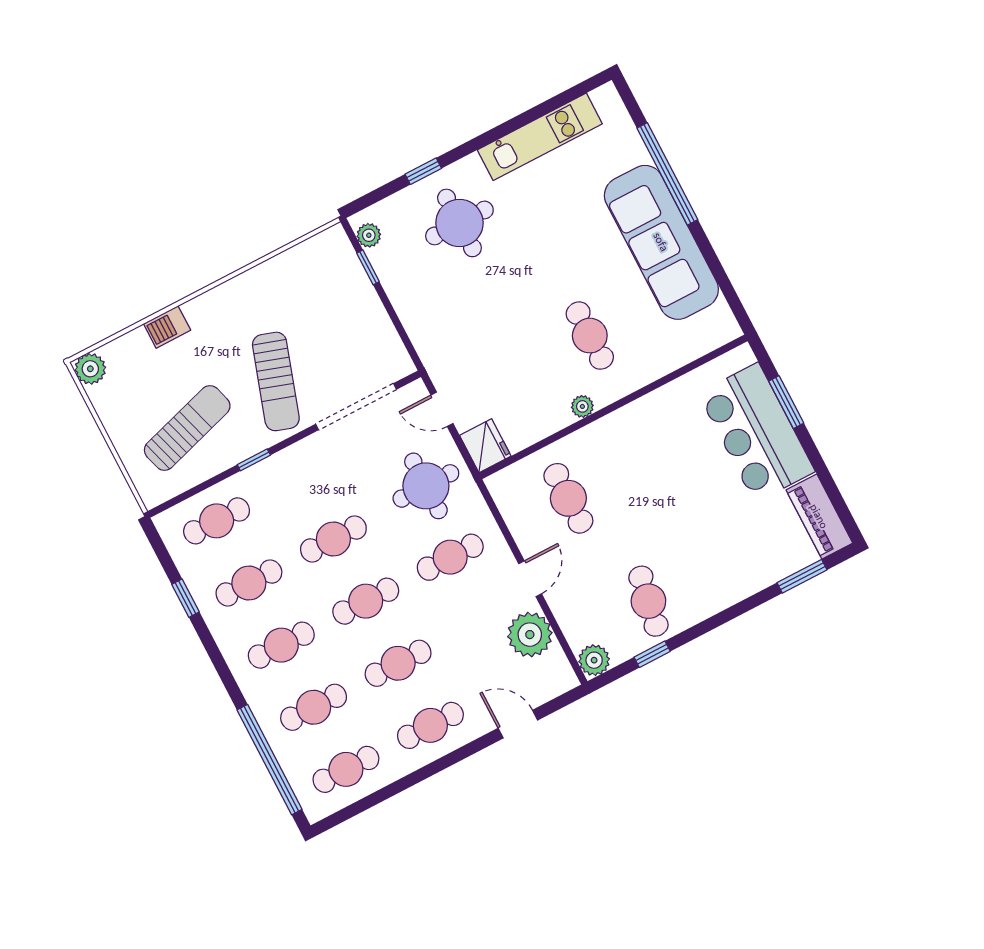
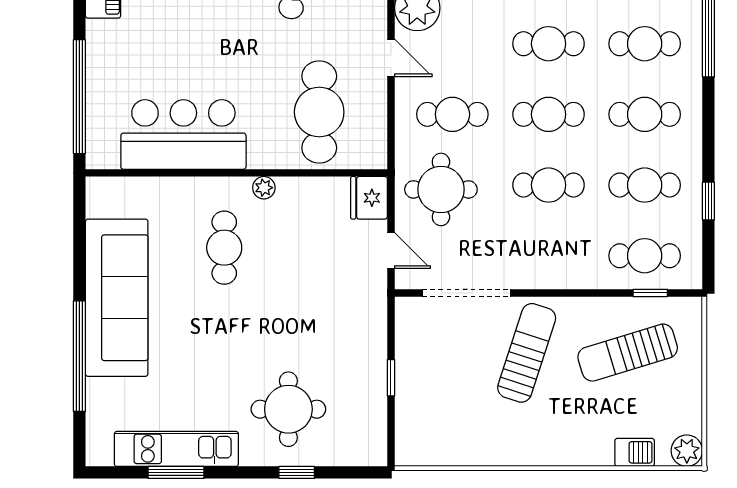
window: (529, 116) -> (176, 472), added
plant: (369, 235) -> (375, 440), removed
window: (368, 267) -> (391, 378), moved
barbecue: (167, 327) -> (635, 452), moved
window: (786, 402) -> (79, 97), width x2.11
bar counter: (756, 433) -> (183, 135), moved, turned -90
window: (254, 460) -> (650, 293), moved
cafe table: (568, 498) -> (319, 112), width x1.37, depth x1.35
door: (530, 579) -> (391, 58), swing flipped

